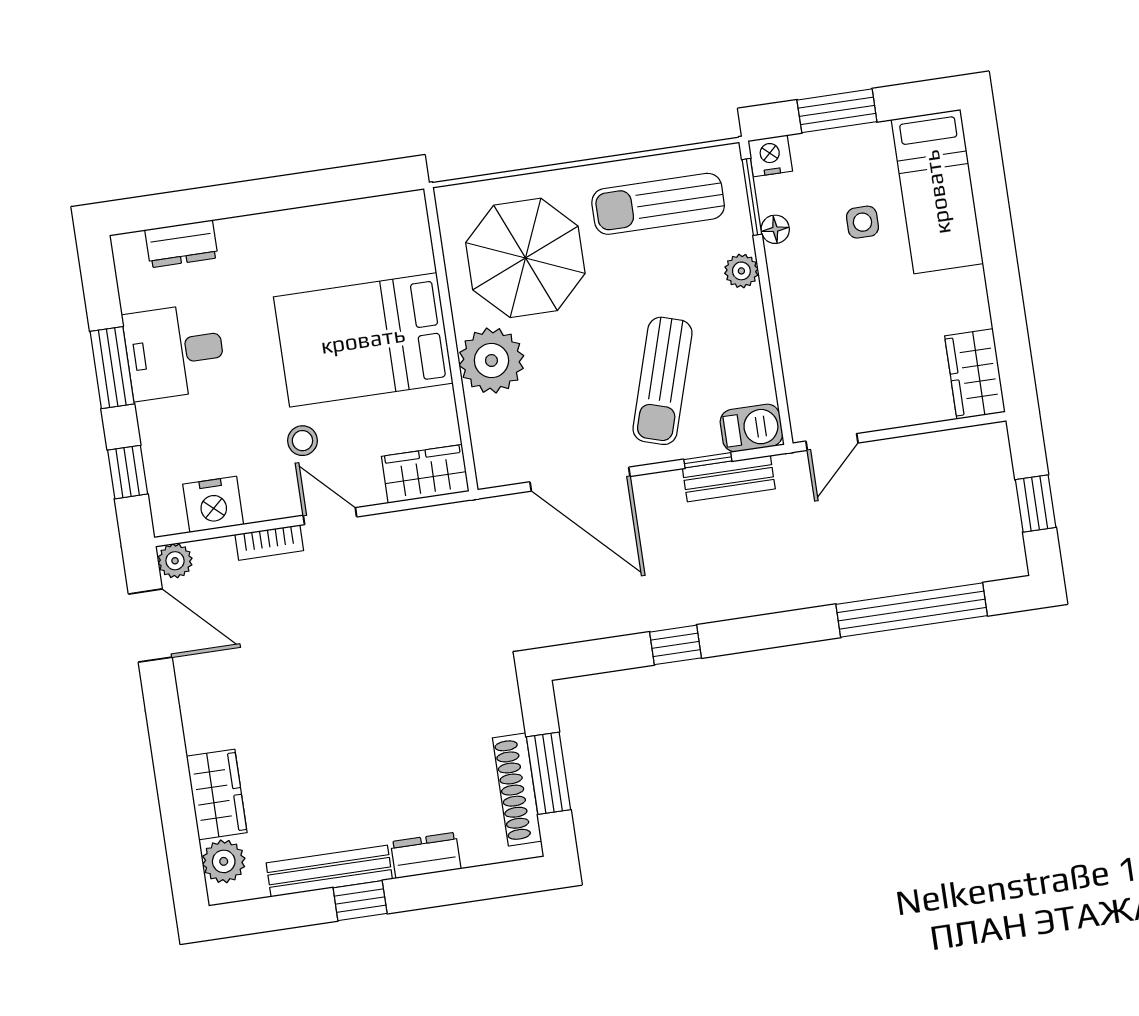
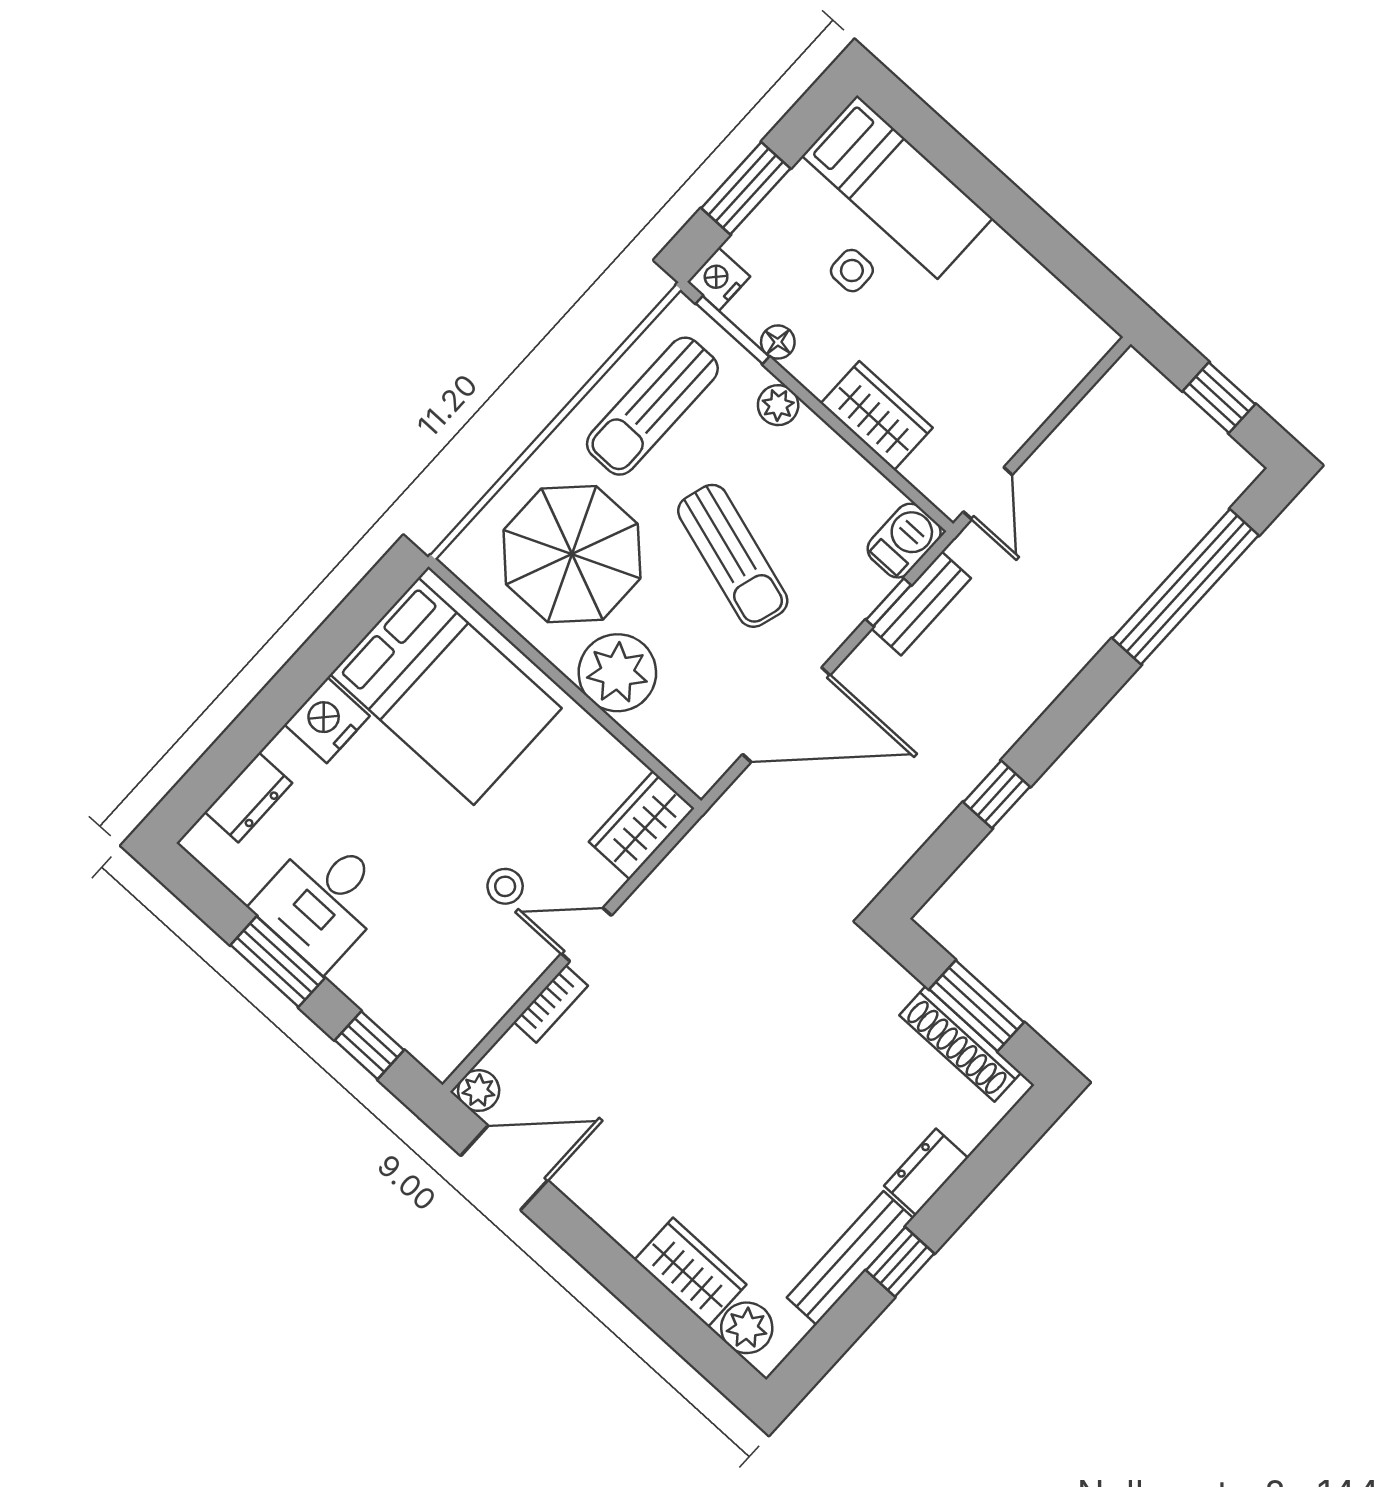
bed: (363, 340) -> (446, 691), moved, turned -90
wardrobe: (975, 374) -> (877, 416), moved, turned 180
sun lounger: (662, 381) -> (733, 556), moved
nightstand: (213, 504) -> (327, 720), moved, turned 180

